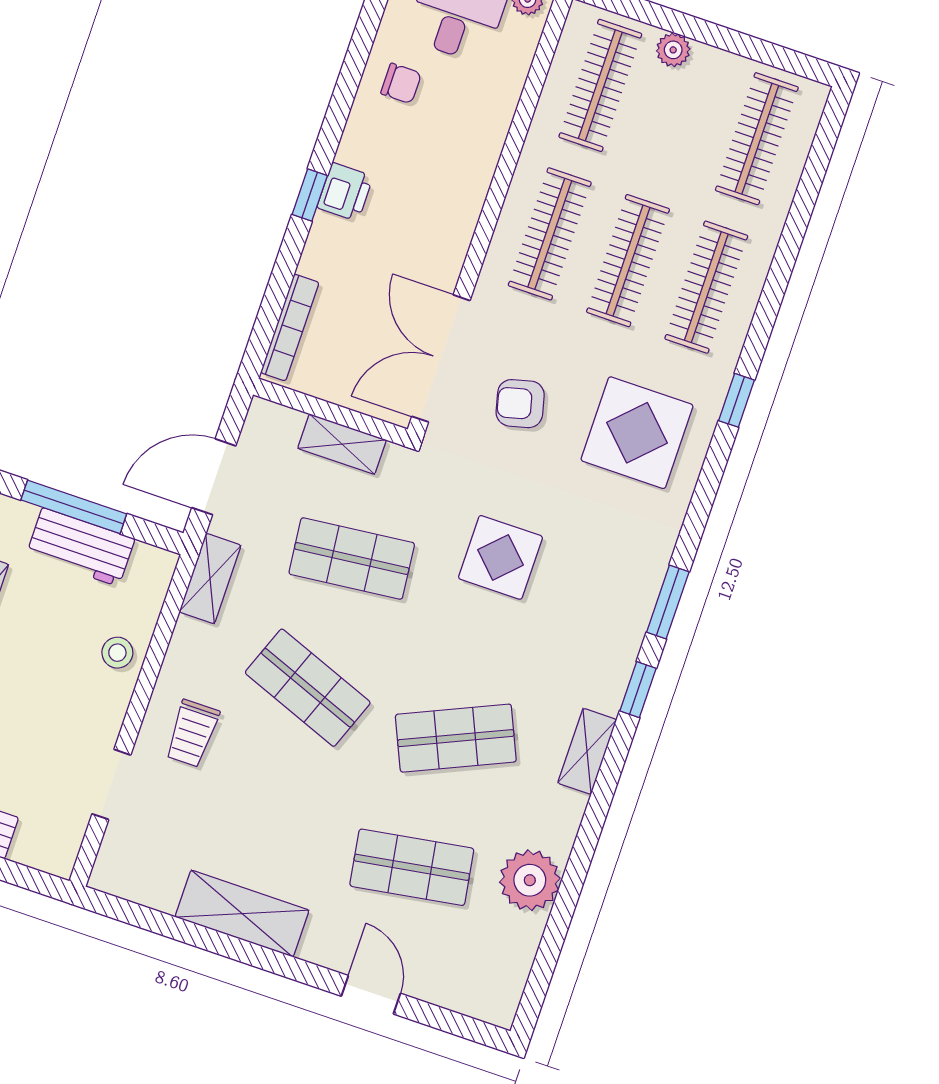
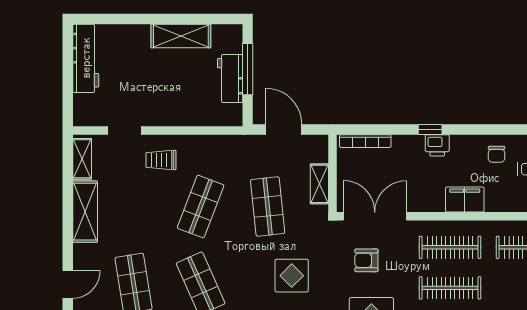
filing cabinet: (467, 174) -> (465, 200), added
armchair: (520, 404) -> (366, 260), turned -76
shelving: (210, 579) -> (82, 159), moved, turned 90
stool: (117, 653) -> (187, 112), removed

